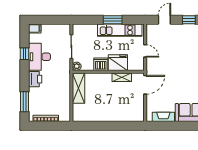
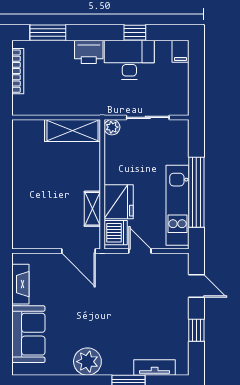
window: (113, 20) -> (196, 192), width x2.11
door: (145, 51) -> (140, 251), swing flipped
dishwasher: (101, 64) -> (116, 233), moved

